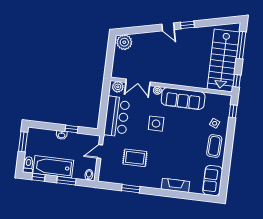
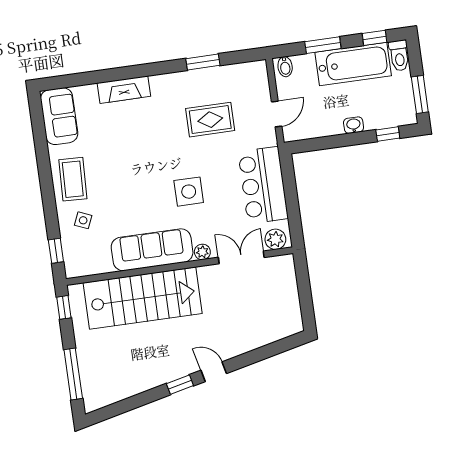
plant: (124, 42) -> (285, 323), removed
stairs: (223, 60) -> (143, 298), moved, turned 90
window: (71, 129) -> (388, 134), moved

